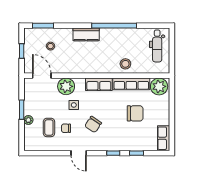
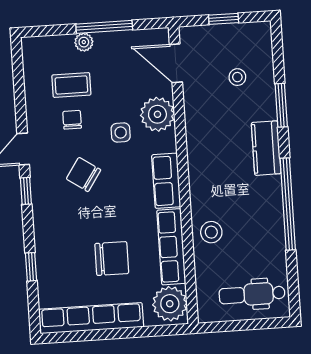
window: (43, 26) -> (281, 105), moved
door: (42, 76) -> (176, 63), swing flipped
window: (22, 110) -> (104, 27), width x1.44
chair: (135, 113) -> (112, 259), turned -90
row of seats: (164, 138) -> (91, 318), width x2.02
window: (113, 153) -> (26, 191), moved

